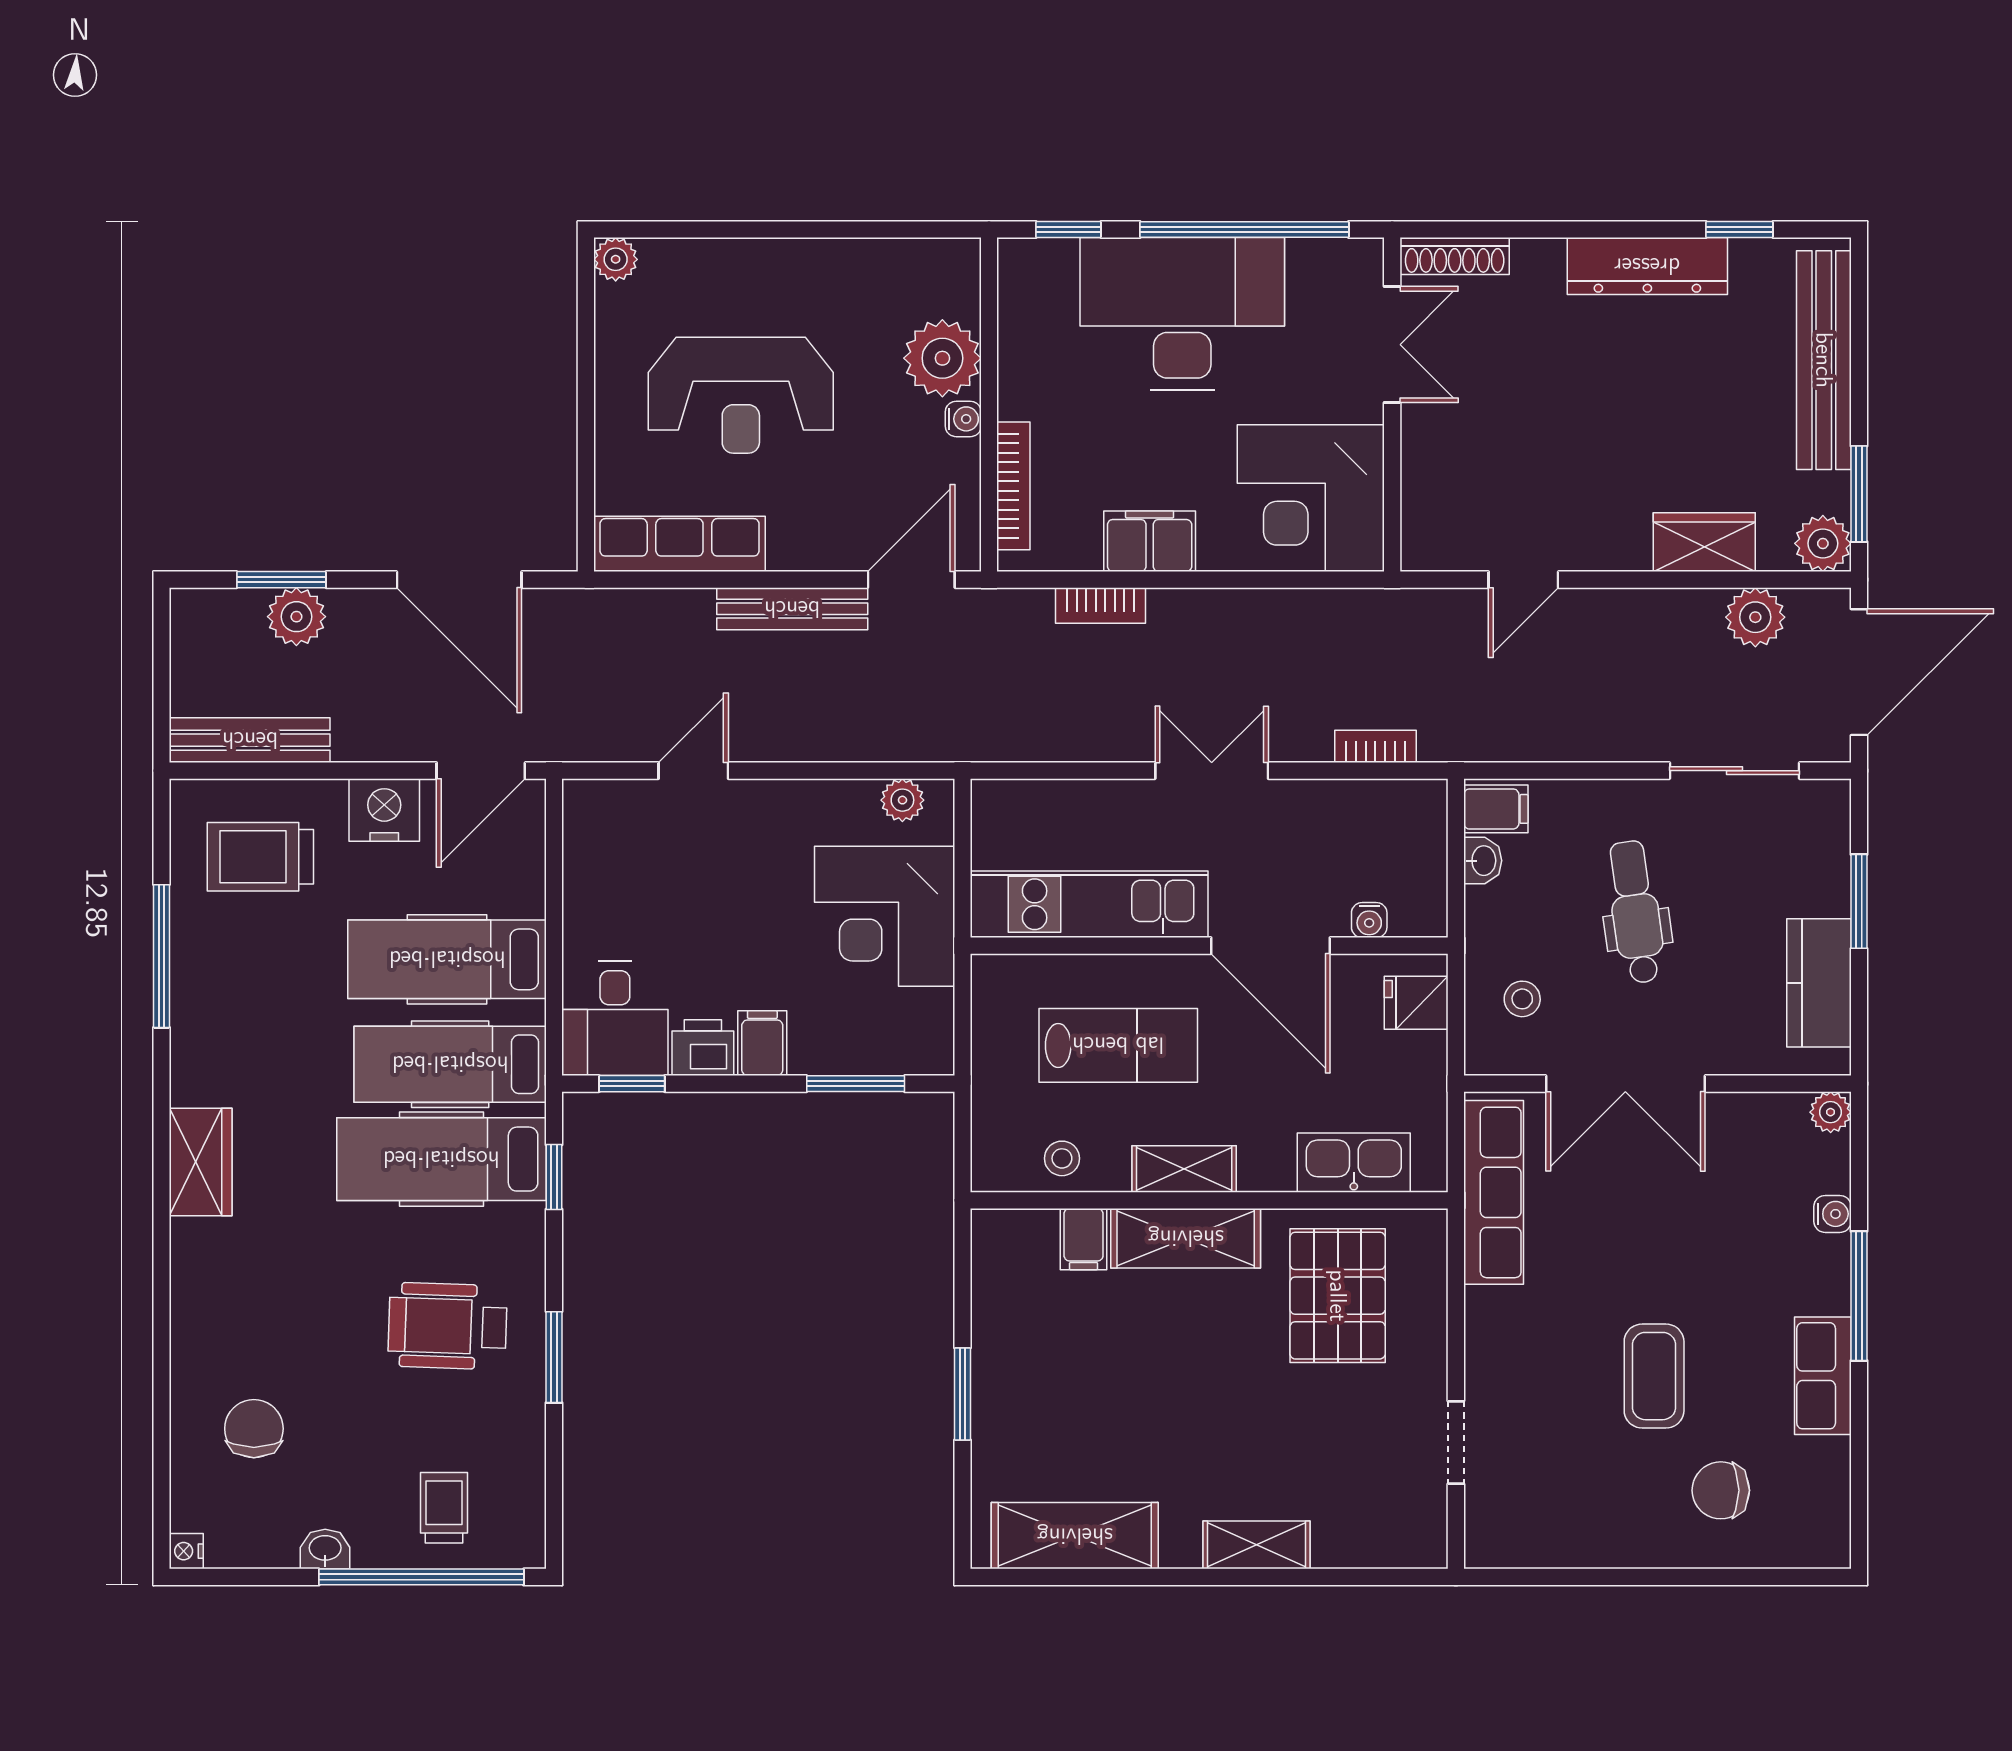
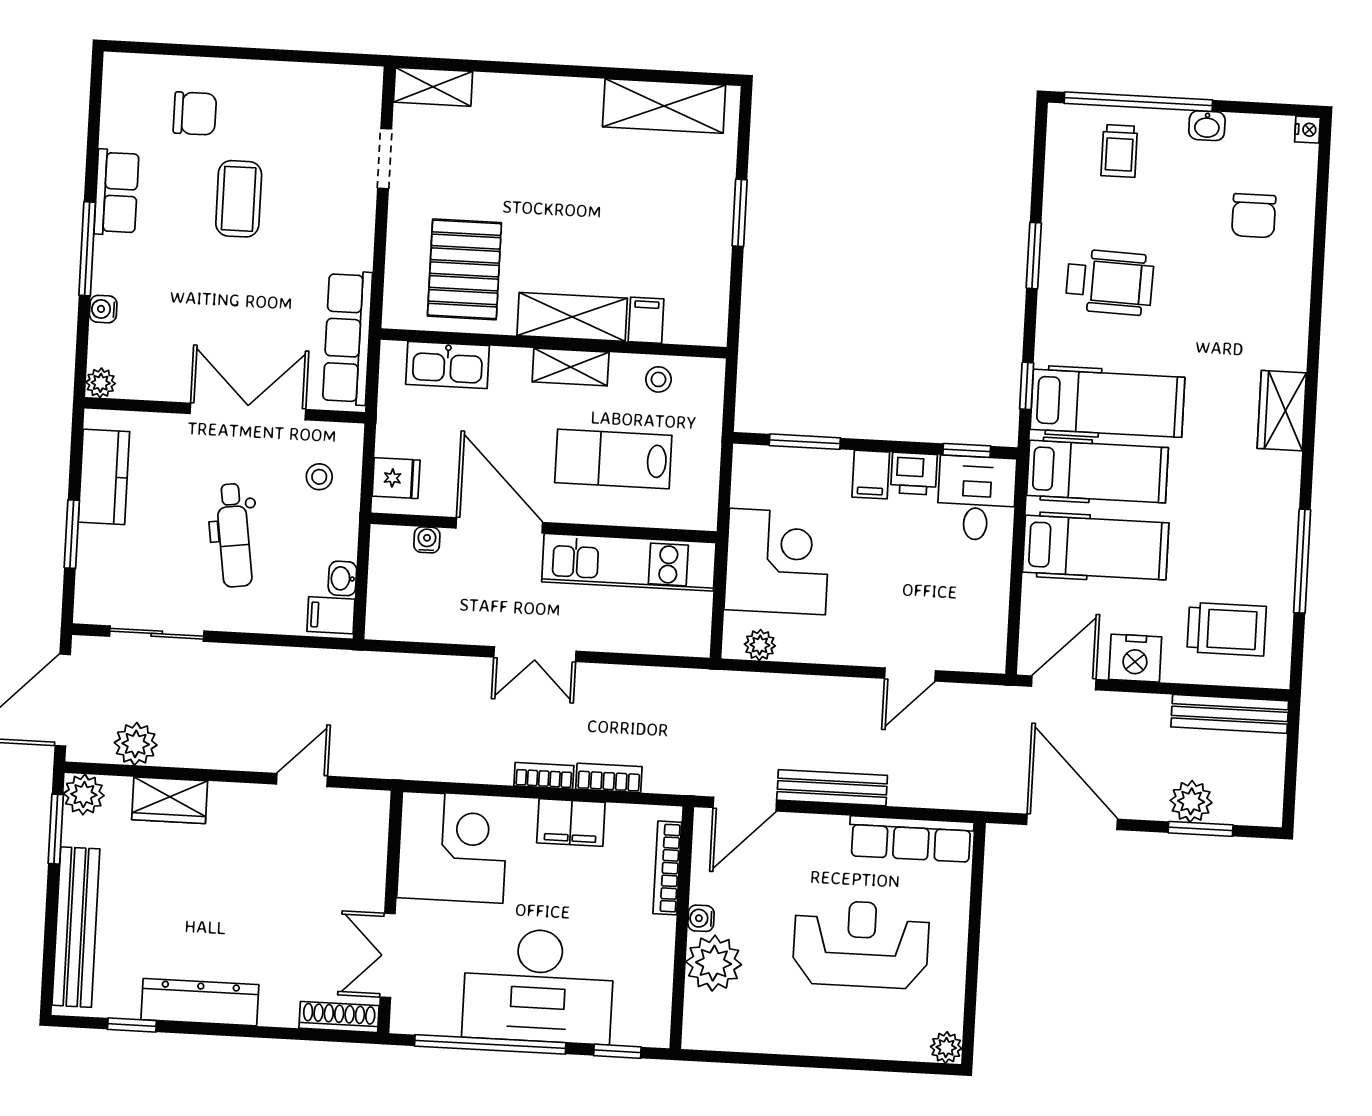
bookcase: (1375, 746) -> (544, 776), moved, turned 180
shelving: (1257, 1545) -> (433, 87), moved

